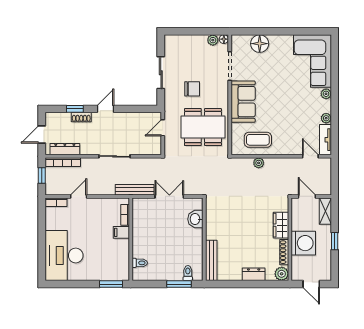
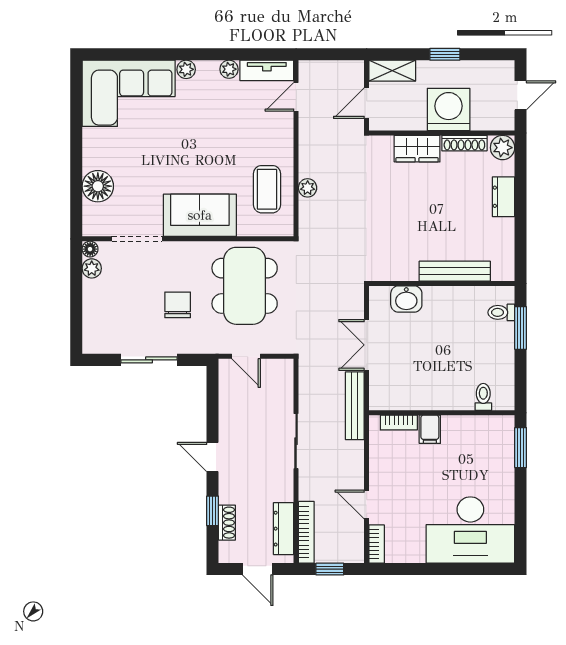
shoe rack: (81, 117) -> (227, 523), moved
bench: (211, 260) -> (455, 271), moved

